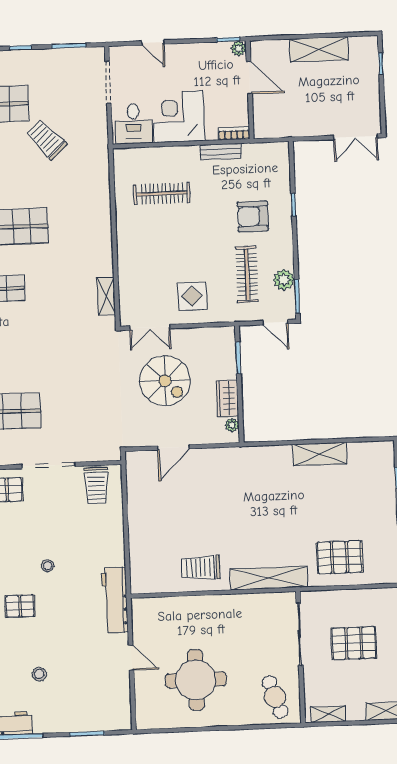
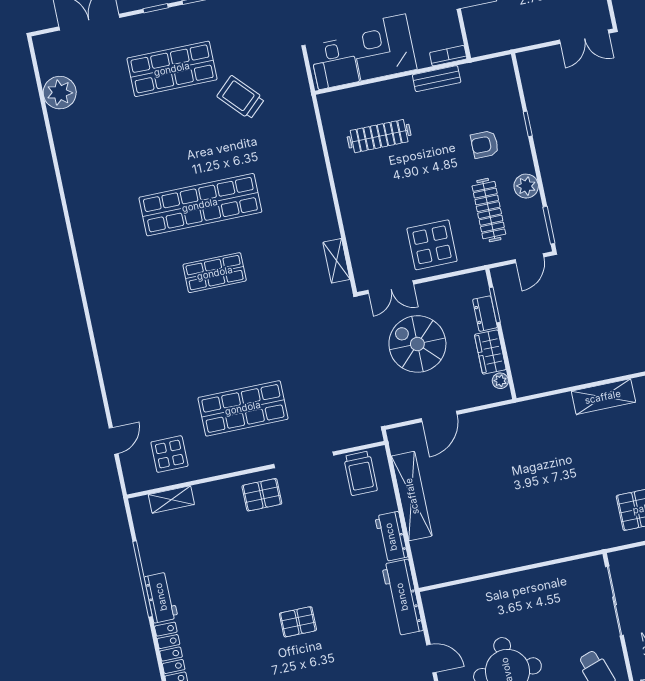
armchair: (253, 216) -> (485, 144), width x0.72, depth x0.72
plant: (284, 280) -> (526, 186), moved
display table: (192, 296) -> (432, 245), width x1.36, depth x1.36
door: (275, 322) -> (529, 258), hinge flipped
dresser: (228, 364) -> (485, 314), added
spiral stairs: (165, 381) -> (417, 344), turned 180
workbench: (114, 545) -> (391, 537), added
stool: (48, 566) -> (321, 572), removed
trolley: (201, 568) -> (492, 545), removed
shelving: (269, 578) -> (412, 496), moved, turned 90

